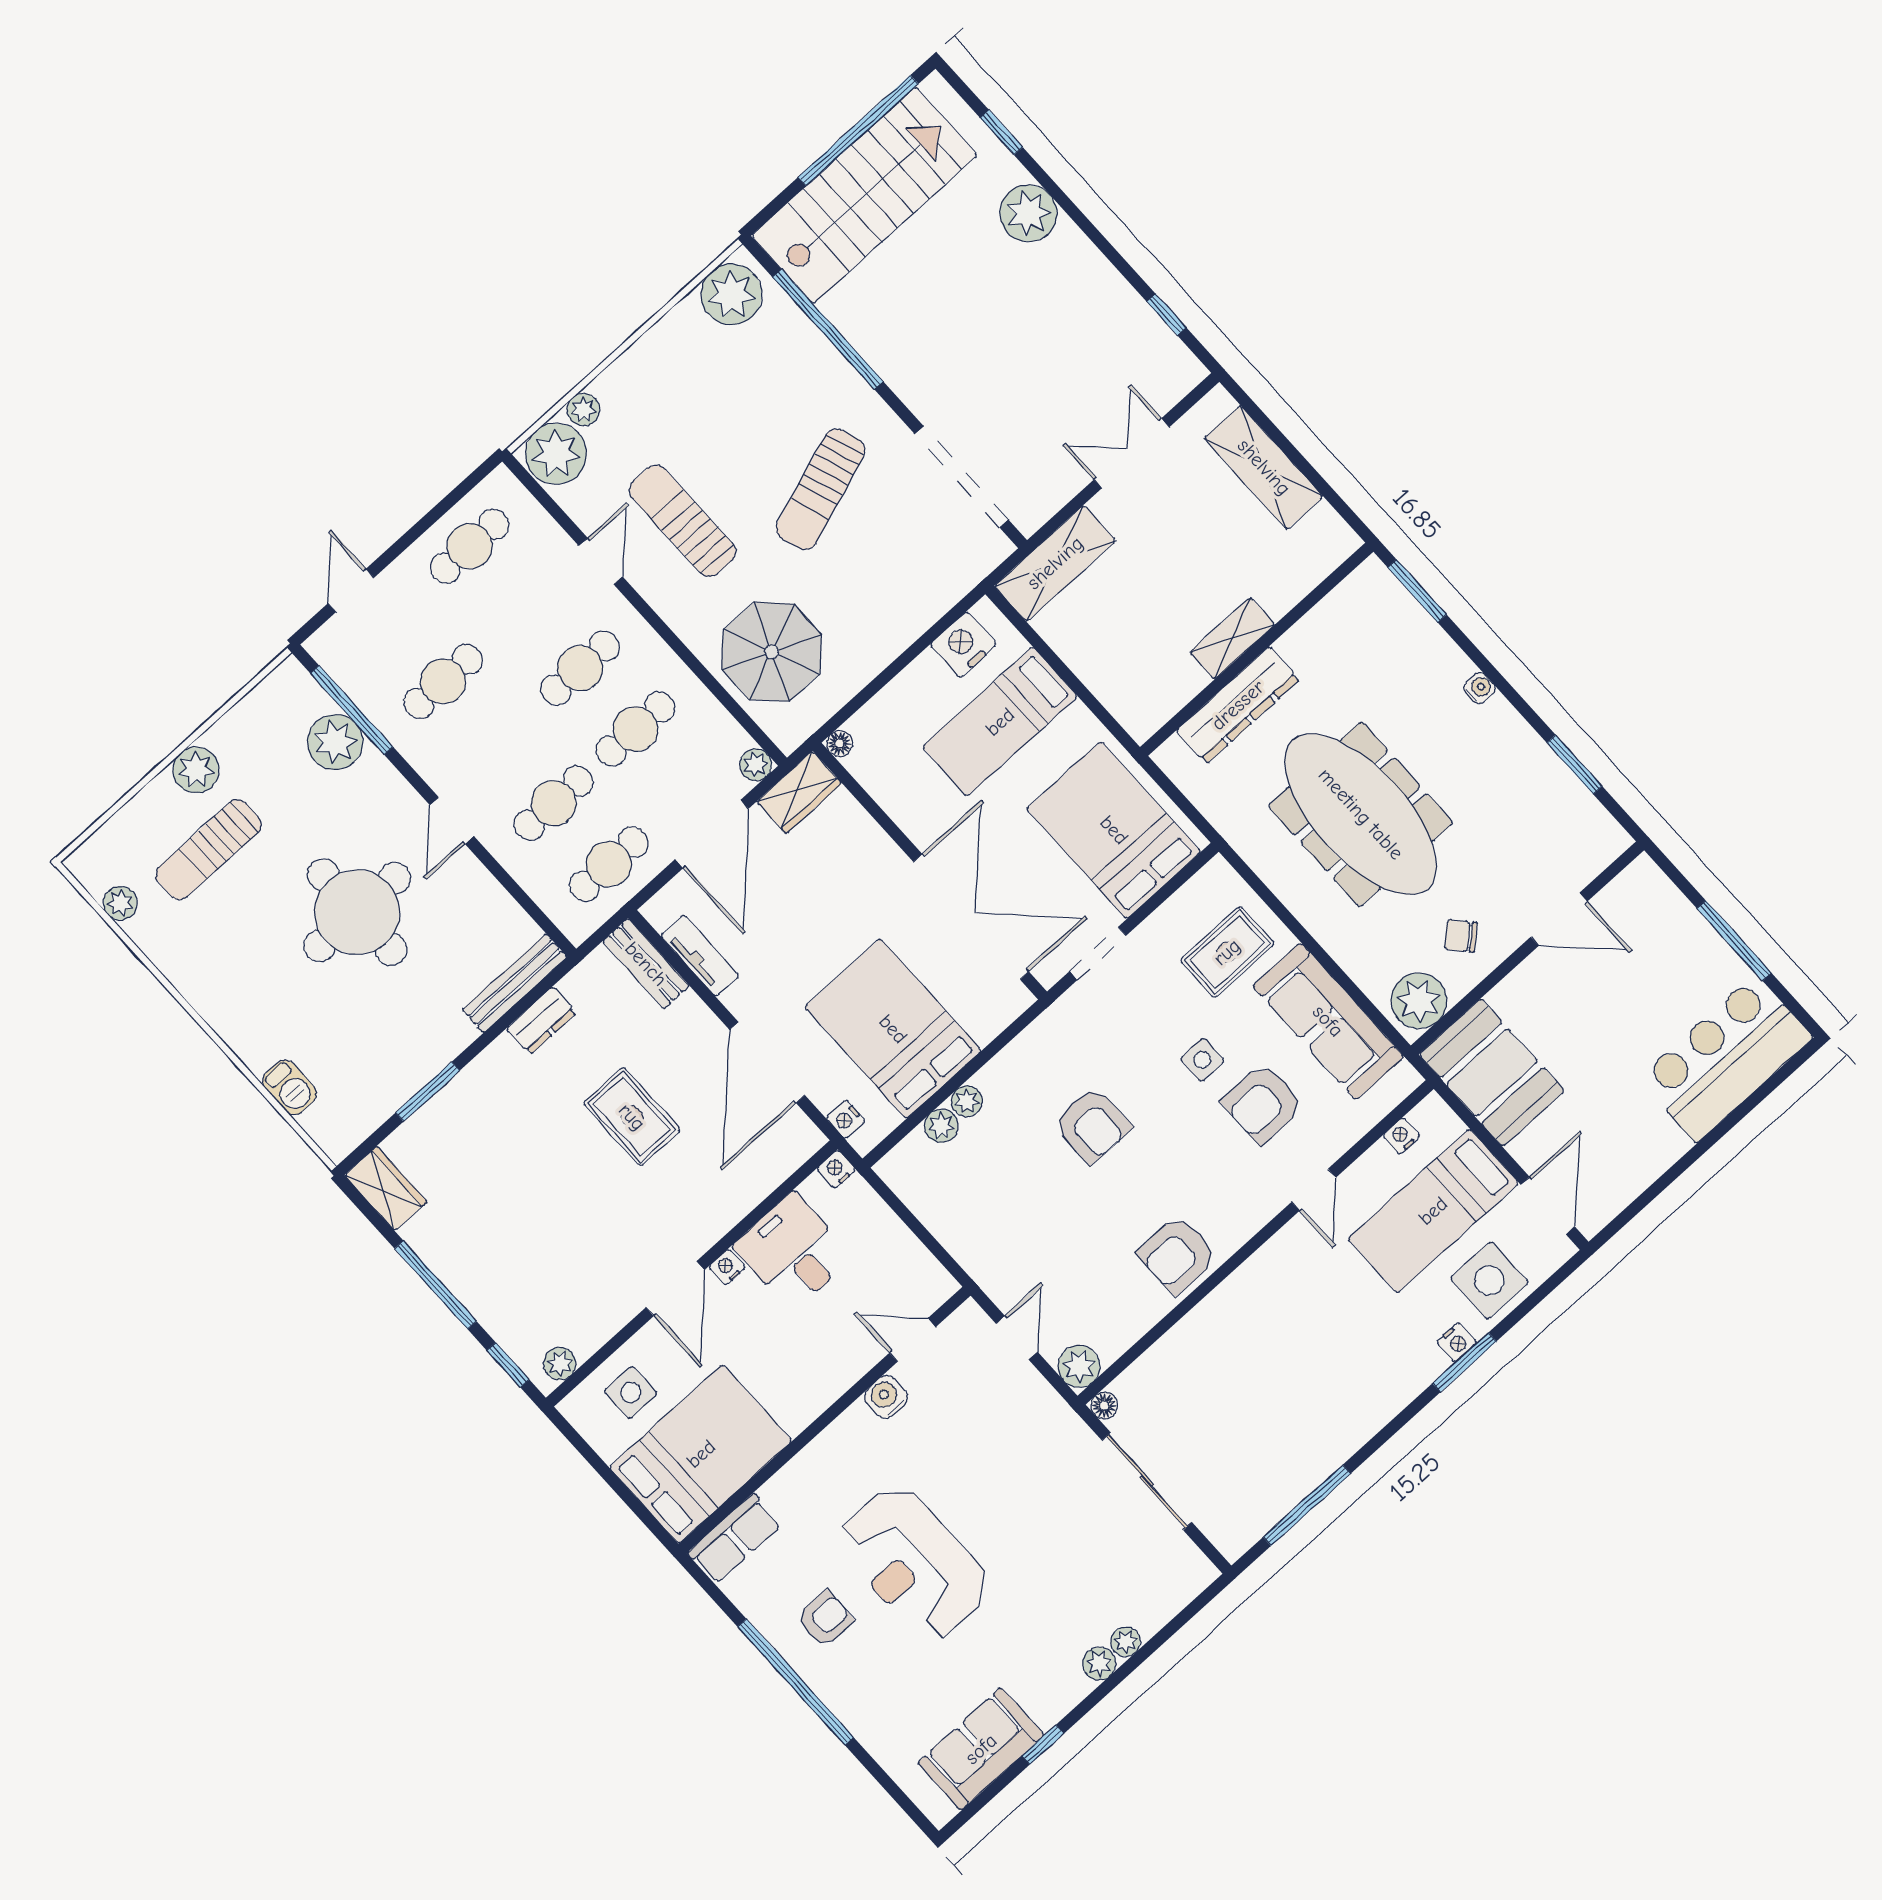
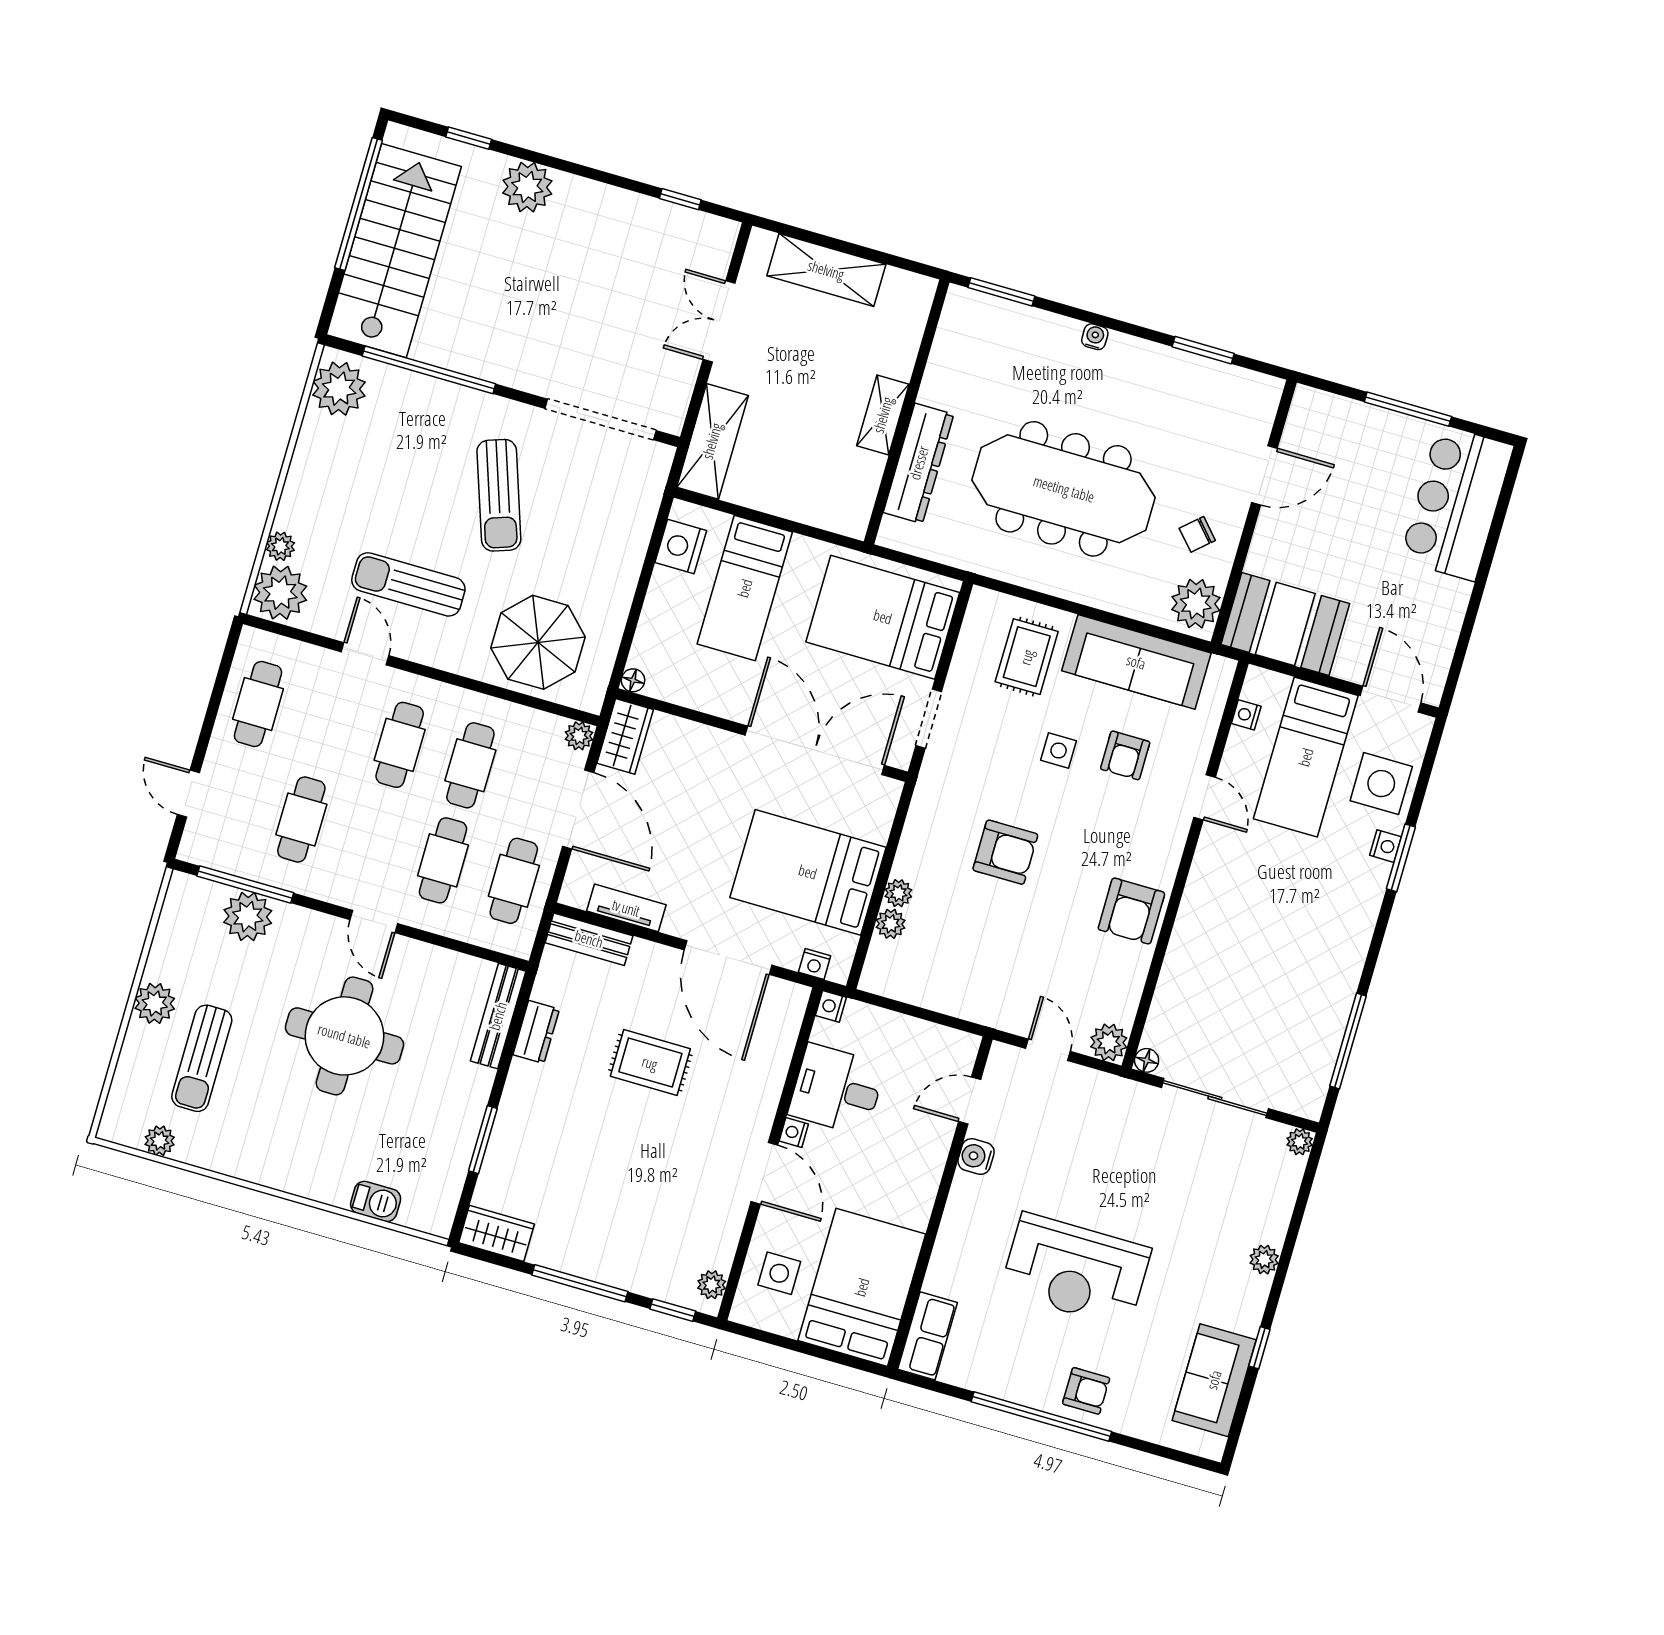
armchair: (1263, 1104) -> (1125, 755), width x0.72, depth x0.72
armchair: (825, 1619) -> (1086, 1391), moved, turned 90
plant: (1126, 1642) -> (1300, 1142), moved

